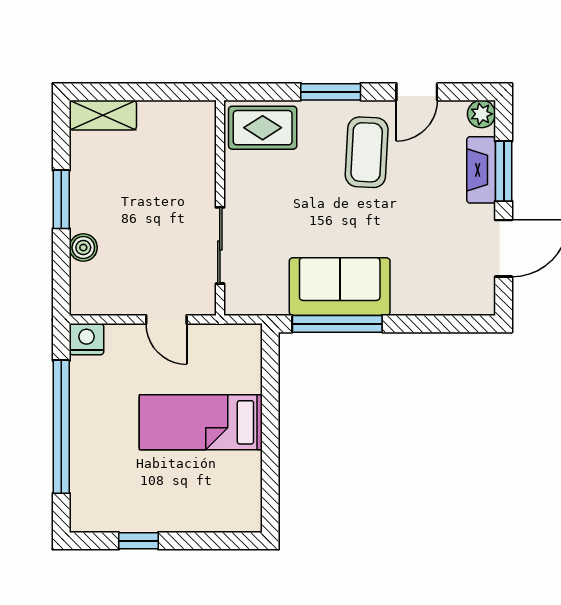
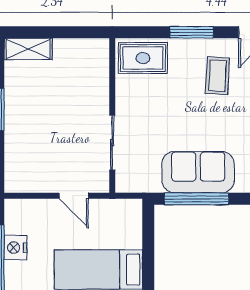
coffee table: (367, 152) -> (217, 76), width x0.73, depth x0.77
boiler: (83, 248) -> (14, 144), removed
nightstand: (87, 339) -> (15, 248), moved, turned -90

